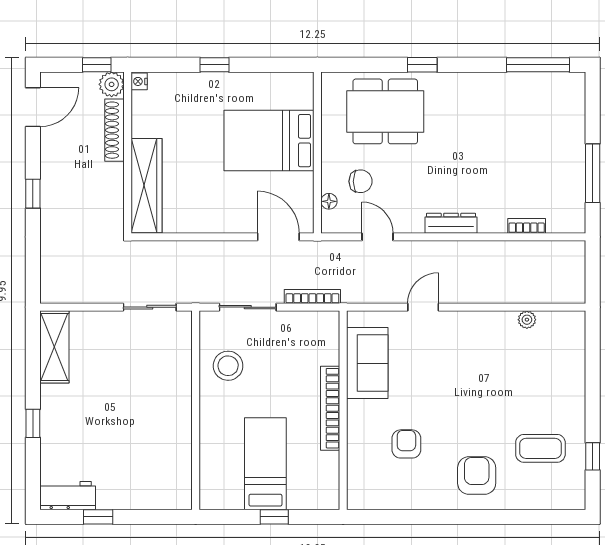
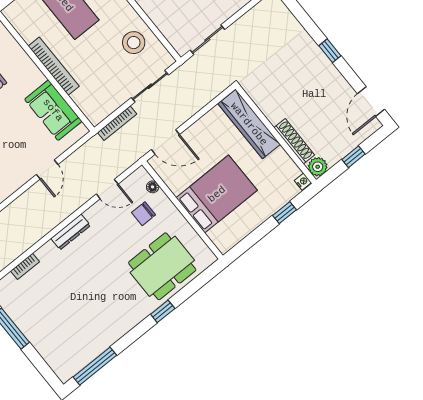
nightstand: (139, 81) -> (303, 182), moved
plant: (112, 84) -> (318, 167), moved
shoe rack: (115, 130) -> (294, 141), moved
wall: (128, 153) -> (276, 134), moved
wardrobe: (147, 186) -> (249, 124), moved

